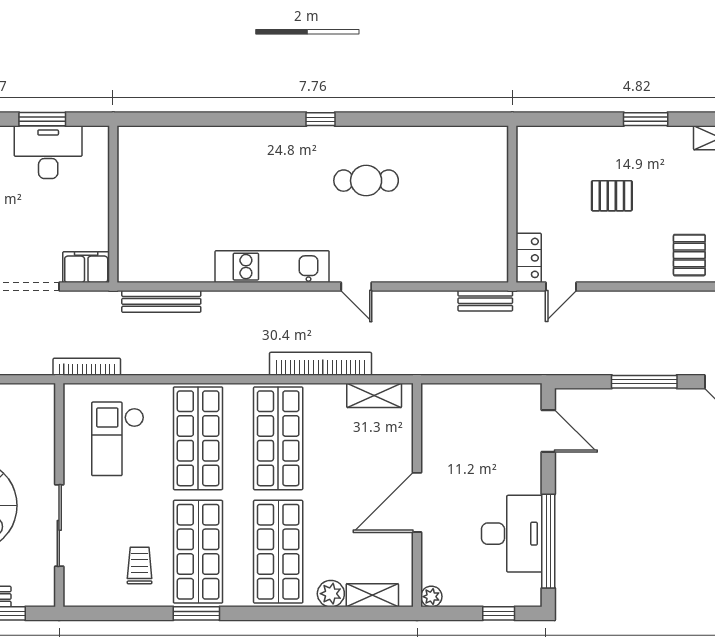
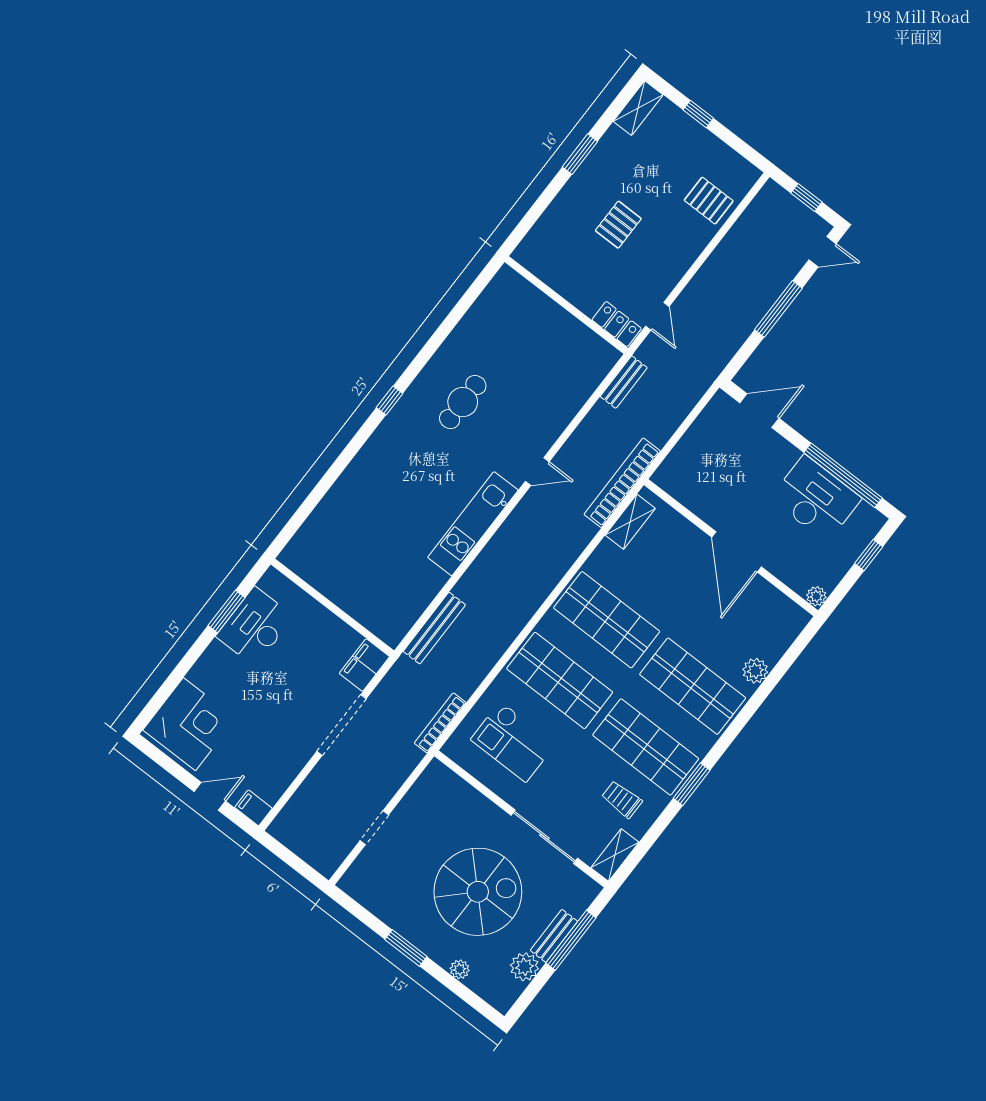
bookcase: (320, 364) -> (622, 483), moved
shelving: (372, 595) -> (615, 855), moved

